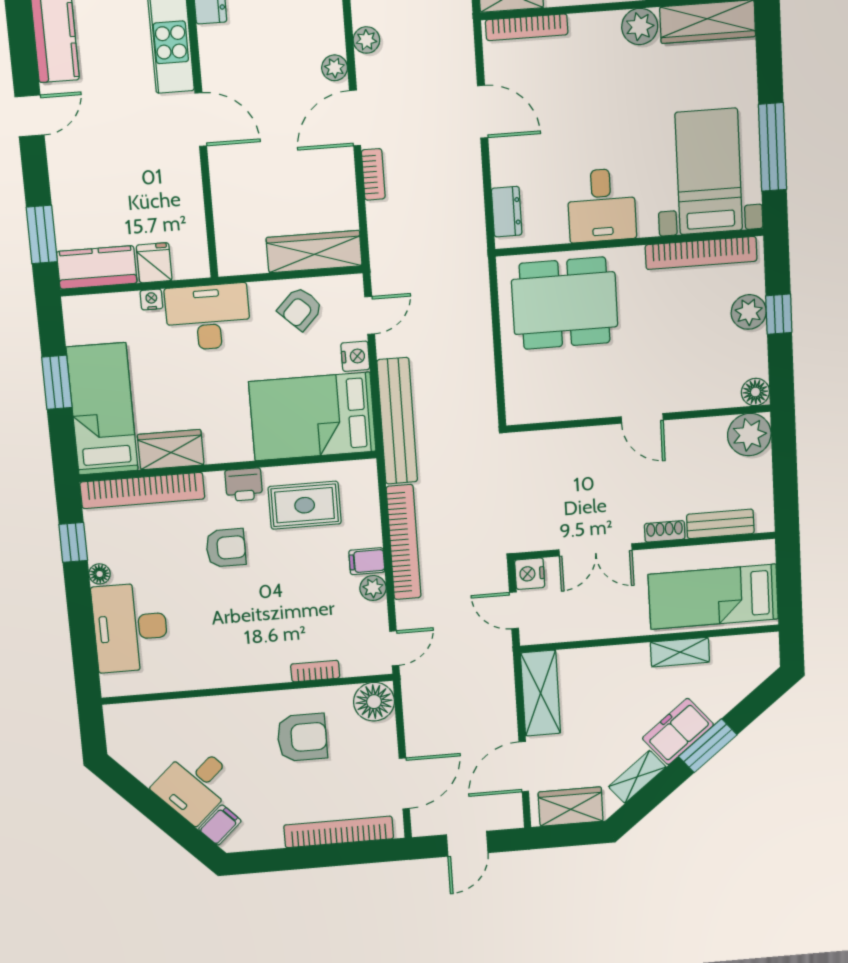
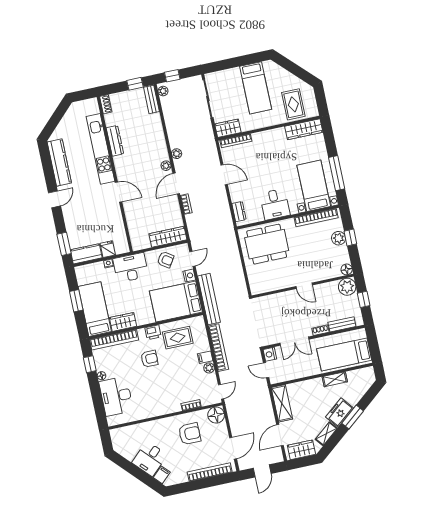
plant: (640, 26) -> (278, 135), removed
armchair: (300, 309) -> (166, 260), turned -100
window: (785, 470) -> (364, 299), added

